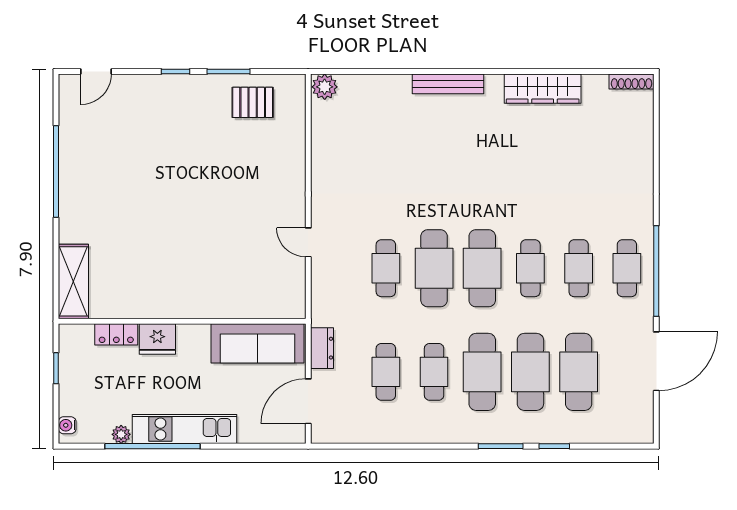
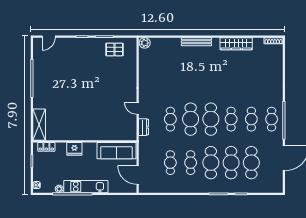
locker: (116, 334) -> (46, 147), moved
dresser: (322, 348) -> (144, 127), moved
door: (308, 401) -> (138, 175), hinge flipped

